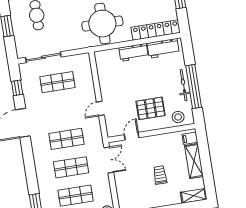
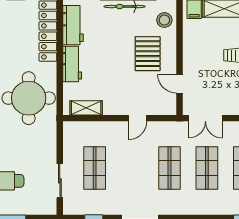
sliding door: (43, 57) -> (60, 181), width x0.73
shelving: (102, 68) -> (86, 108), added
door: (100, 108) -> (137, 118), hinge flipped
double door: (109, 160) -> (205, 118), swing flipped

